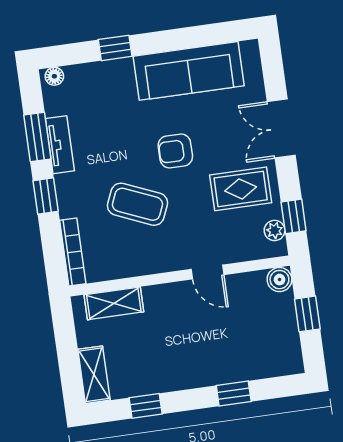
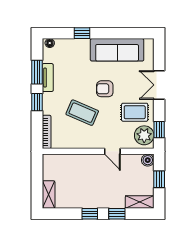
plant: (275, 230) -> (144, 135), width x1.88, depth x1.88
shelving: (114, 303) -> (140, 202), moved
window: (146, 406) -> (90, 214), moved

